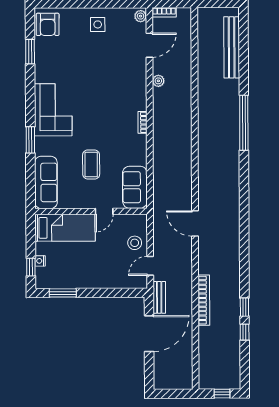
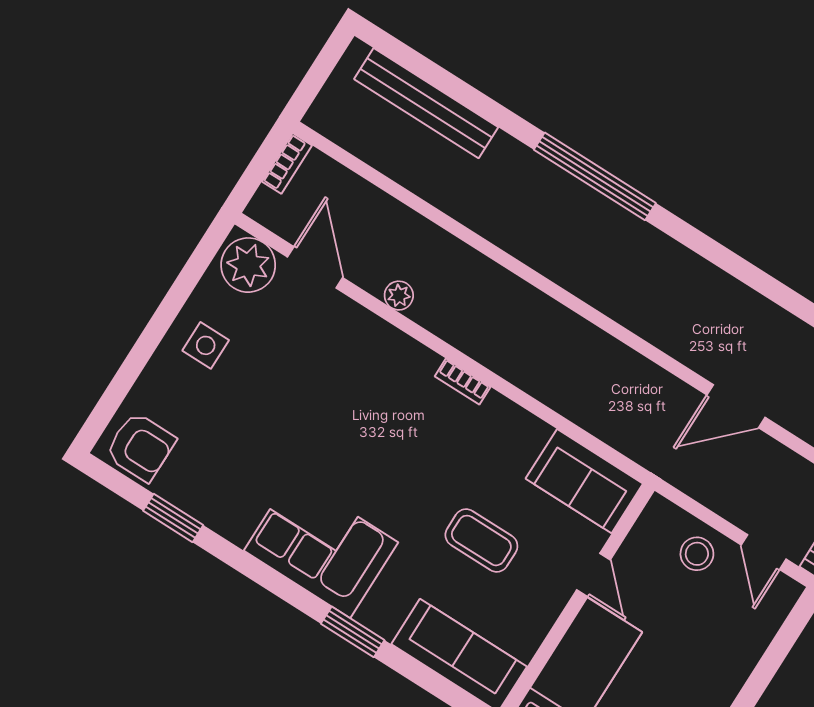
bookcase: (164, 12) -> (287, 163), moved
plant: (141, 16) -> (248, 265), width x1.88, depth x1.88

